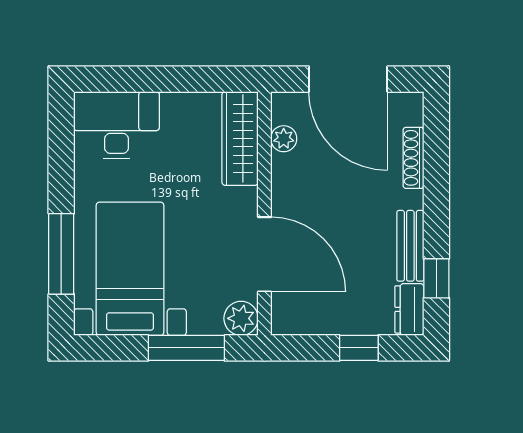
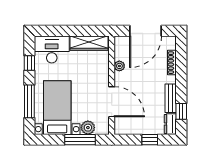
door: (348, 79) -> (145, 31), hinge flipped
wardrobe: (240, 138) -> (89, 43), moved, turned -90
plant: (284, 139) -> (119, 66), moved
window: (61, 159) -> (29, 63), added
plant: (241, 318) -> (88, 128), moved

